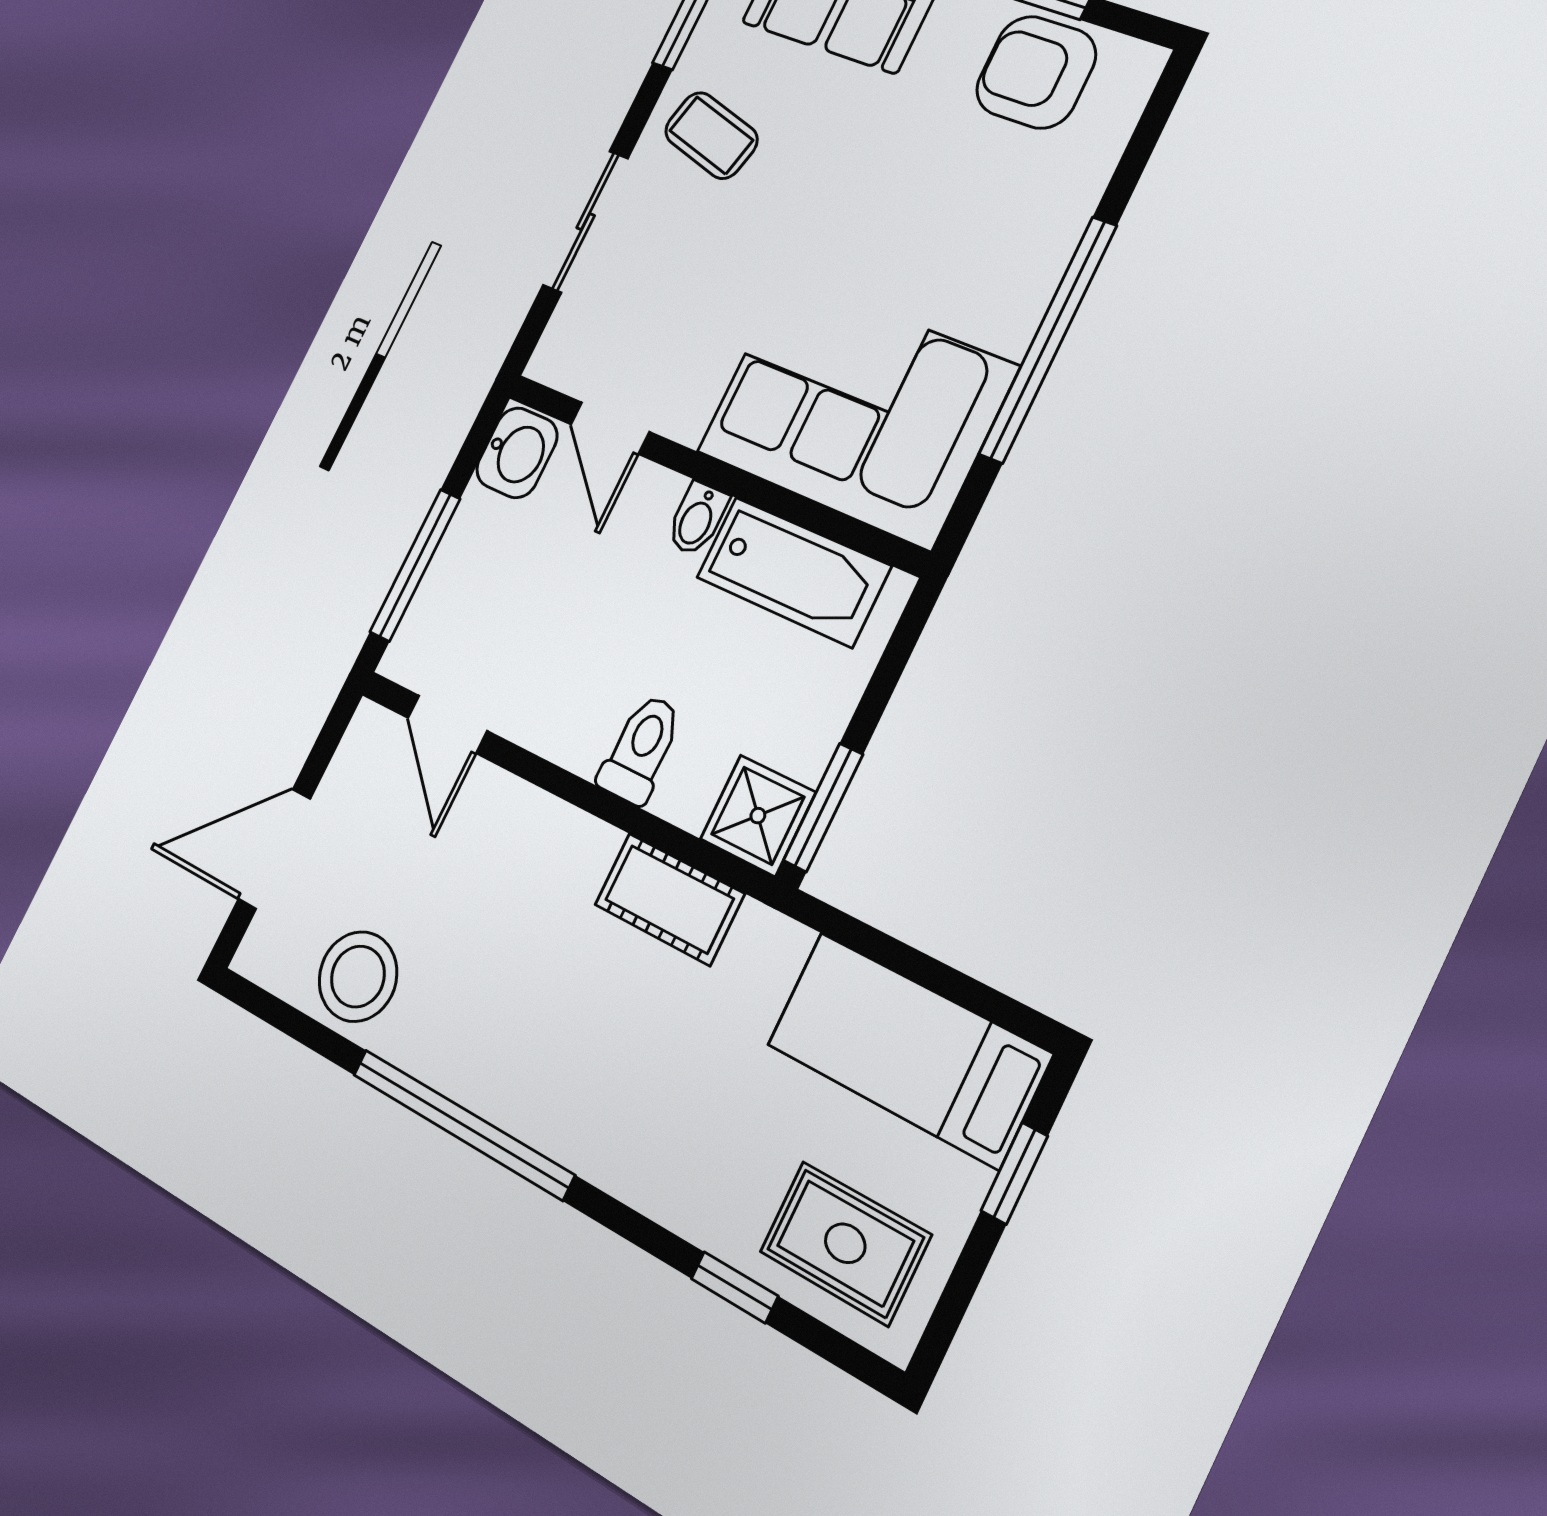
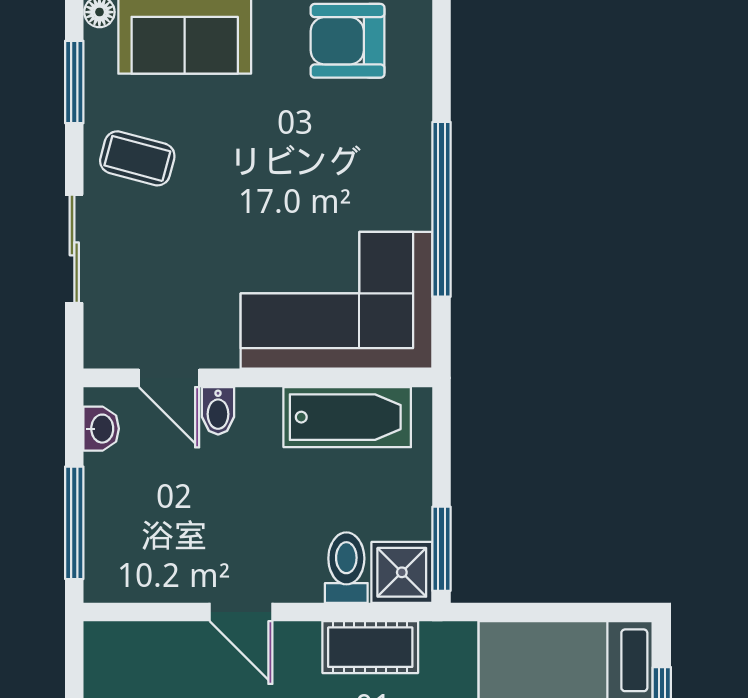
washbasin: (517, 453) -> (101, 429), width x0.72, depth x0.69
bidet: (697, 519) -> (218, 411), moved
door: (447, 724) -> (241, 612), moved
toilet: (641, 749) -> (346, 568), moved

